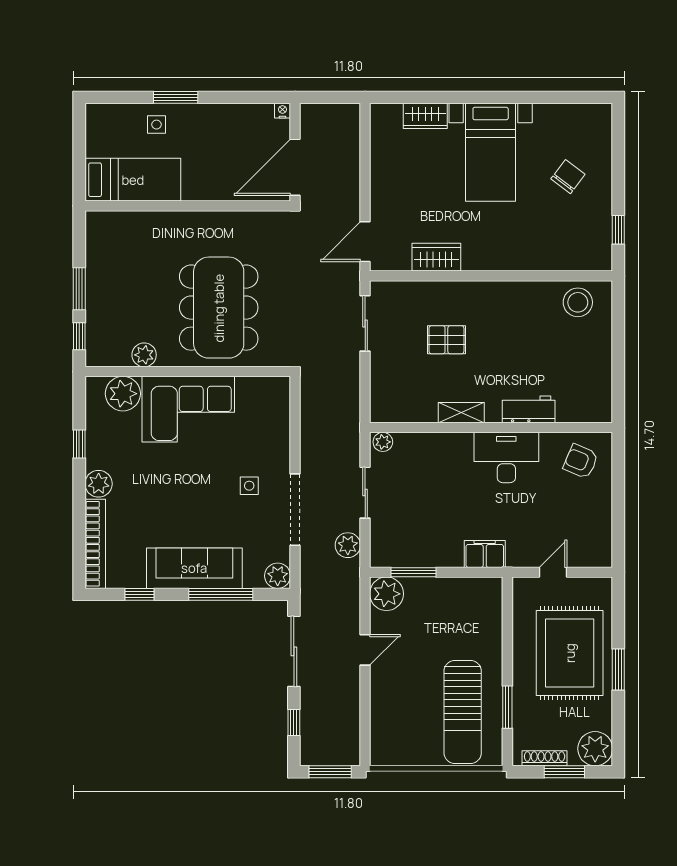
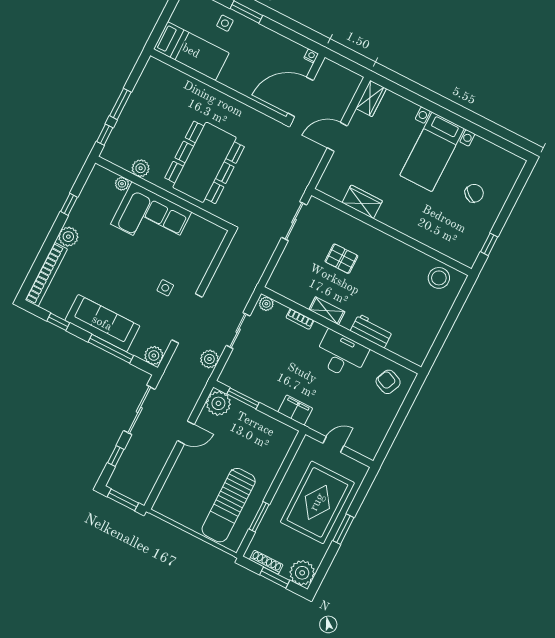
wardrobe: (425, 116) -> (371, 98), moved, turned -90
door: (365, 242) -> (337, 137), moved
plant: (123, 394) -> (122, 184), width x0.53, depth x0.53
bookcase: (434, 440) -> (300, 319), added

